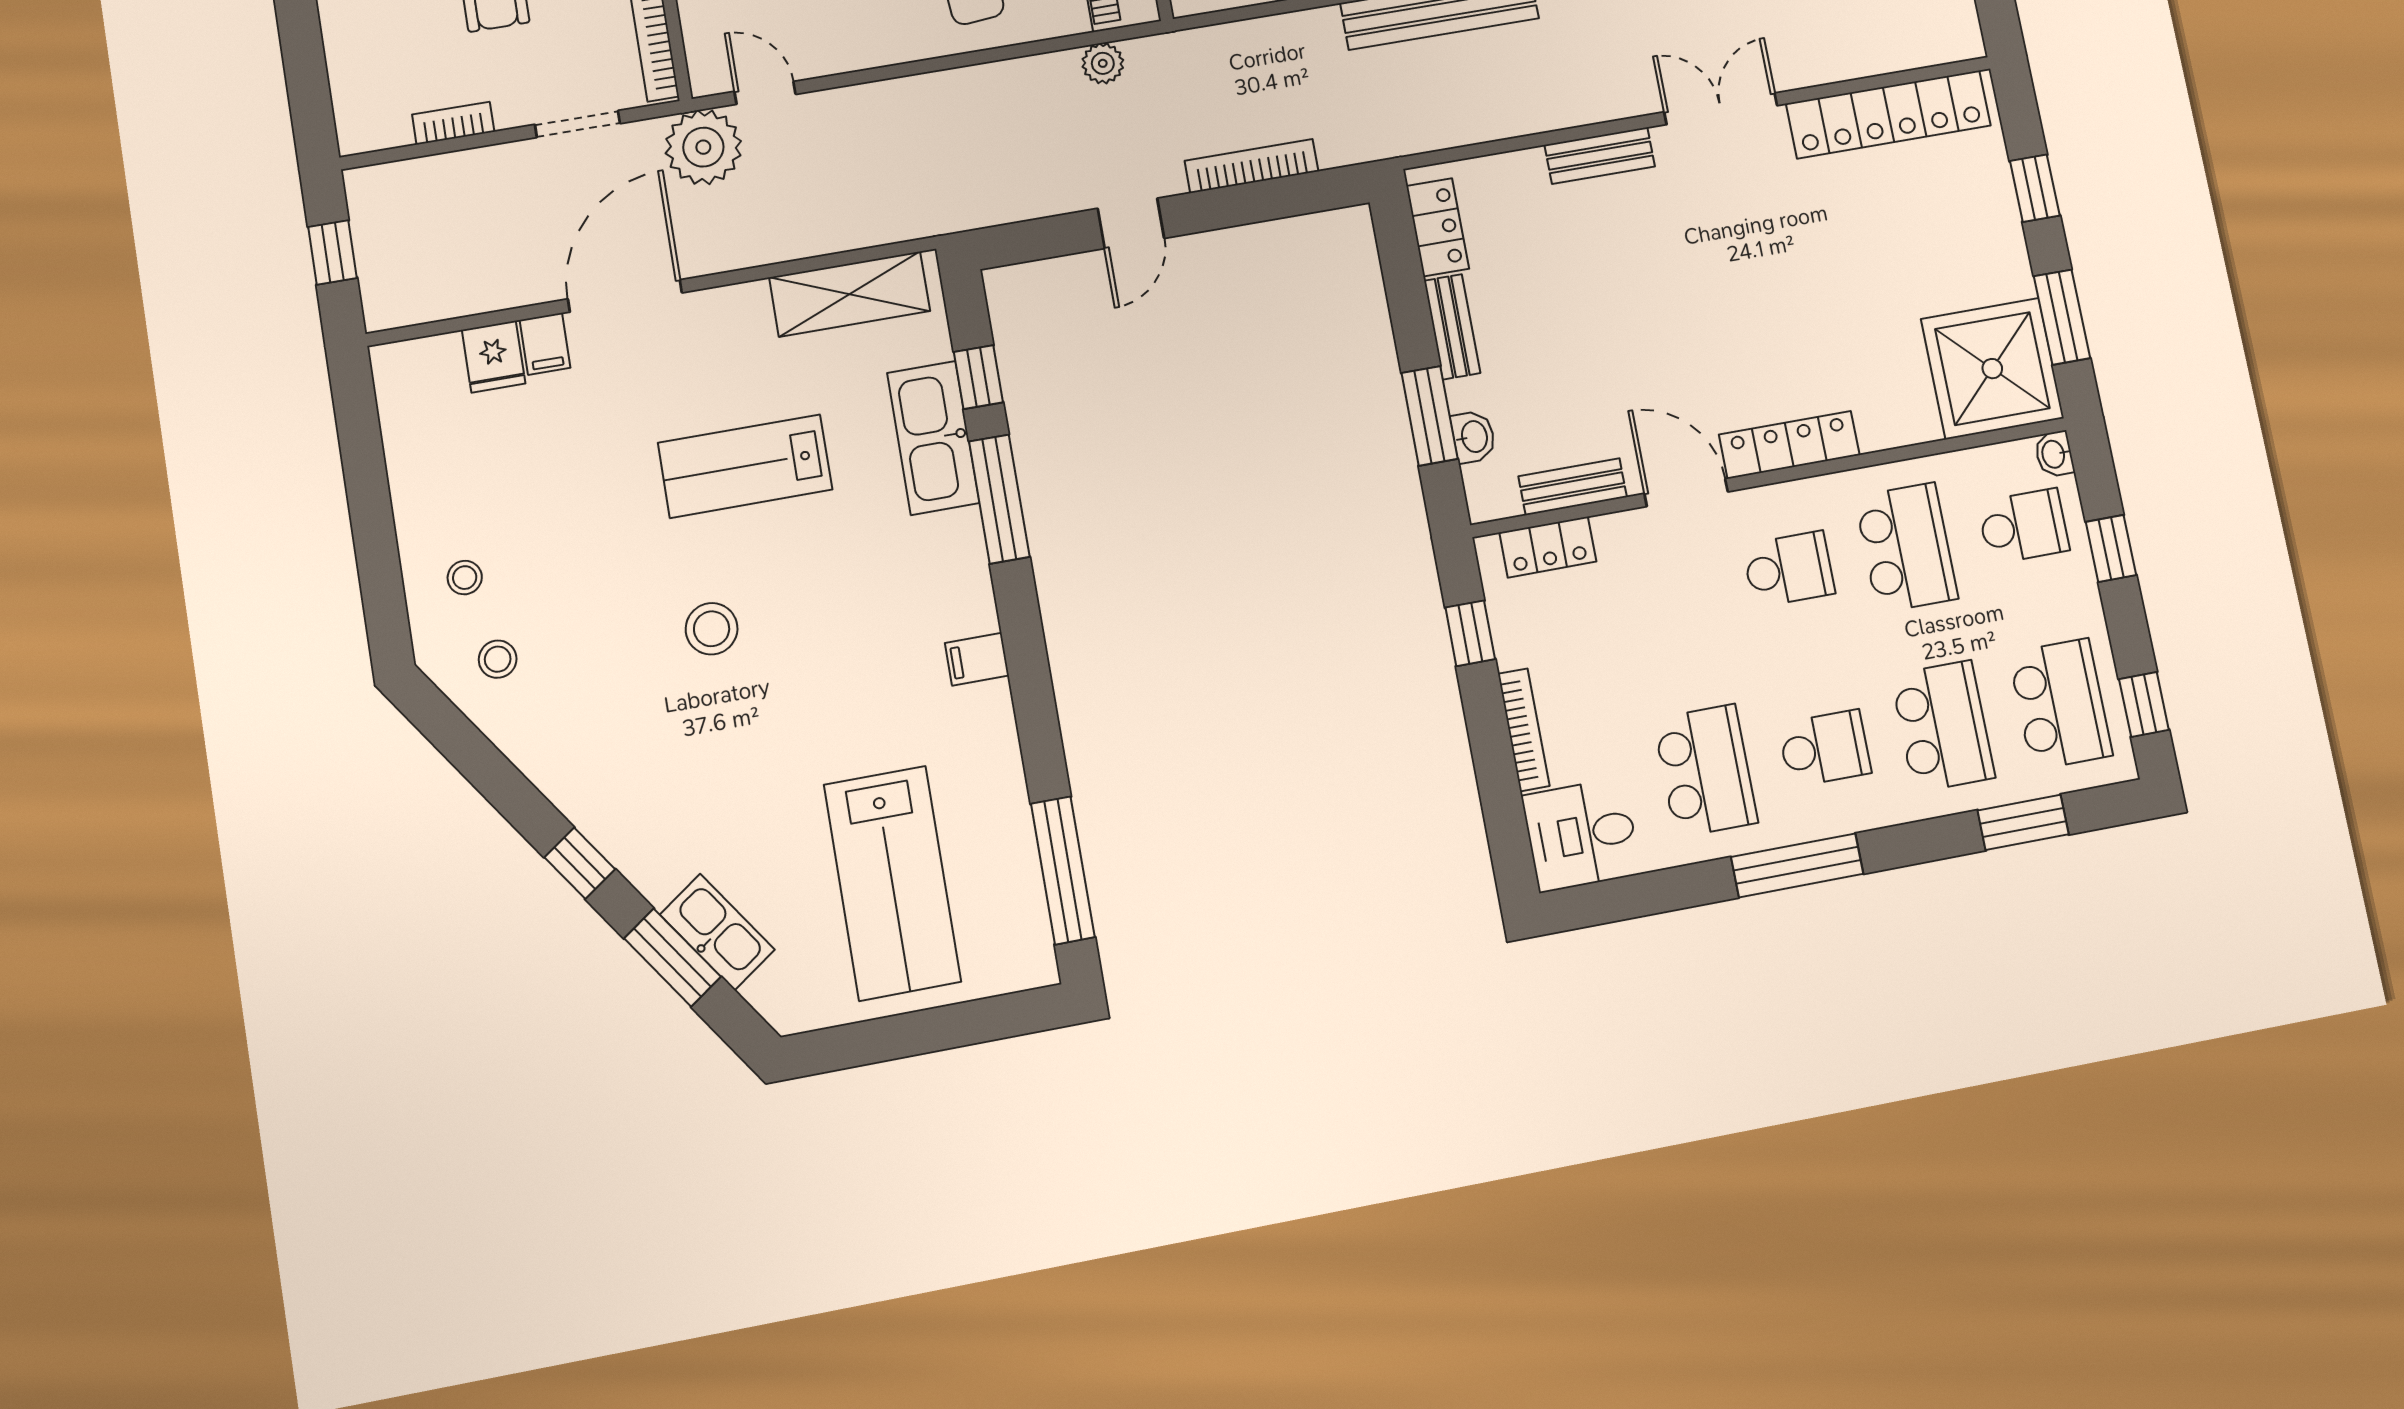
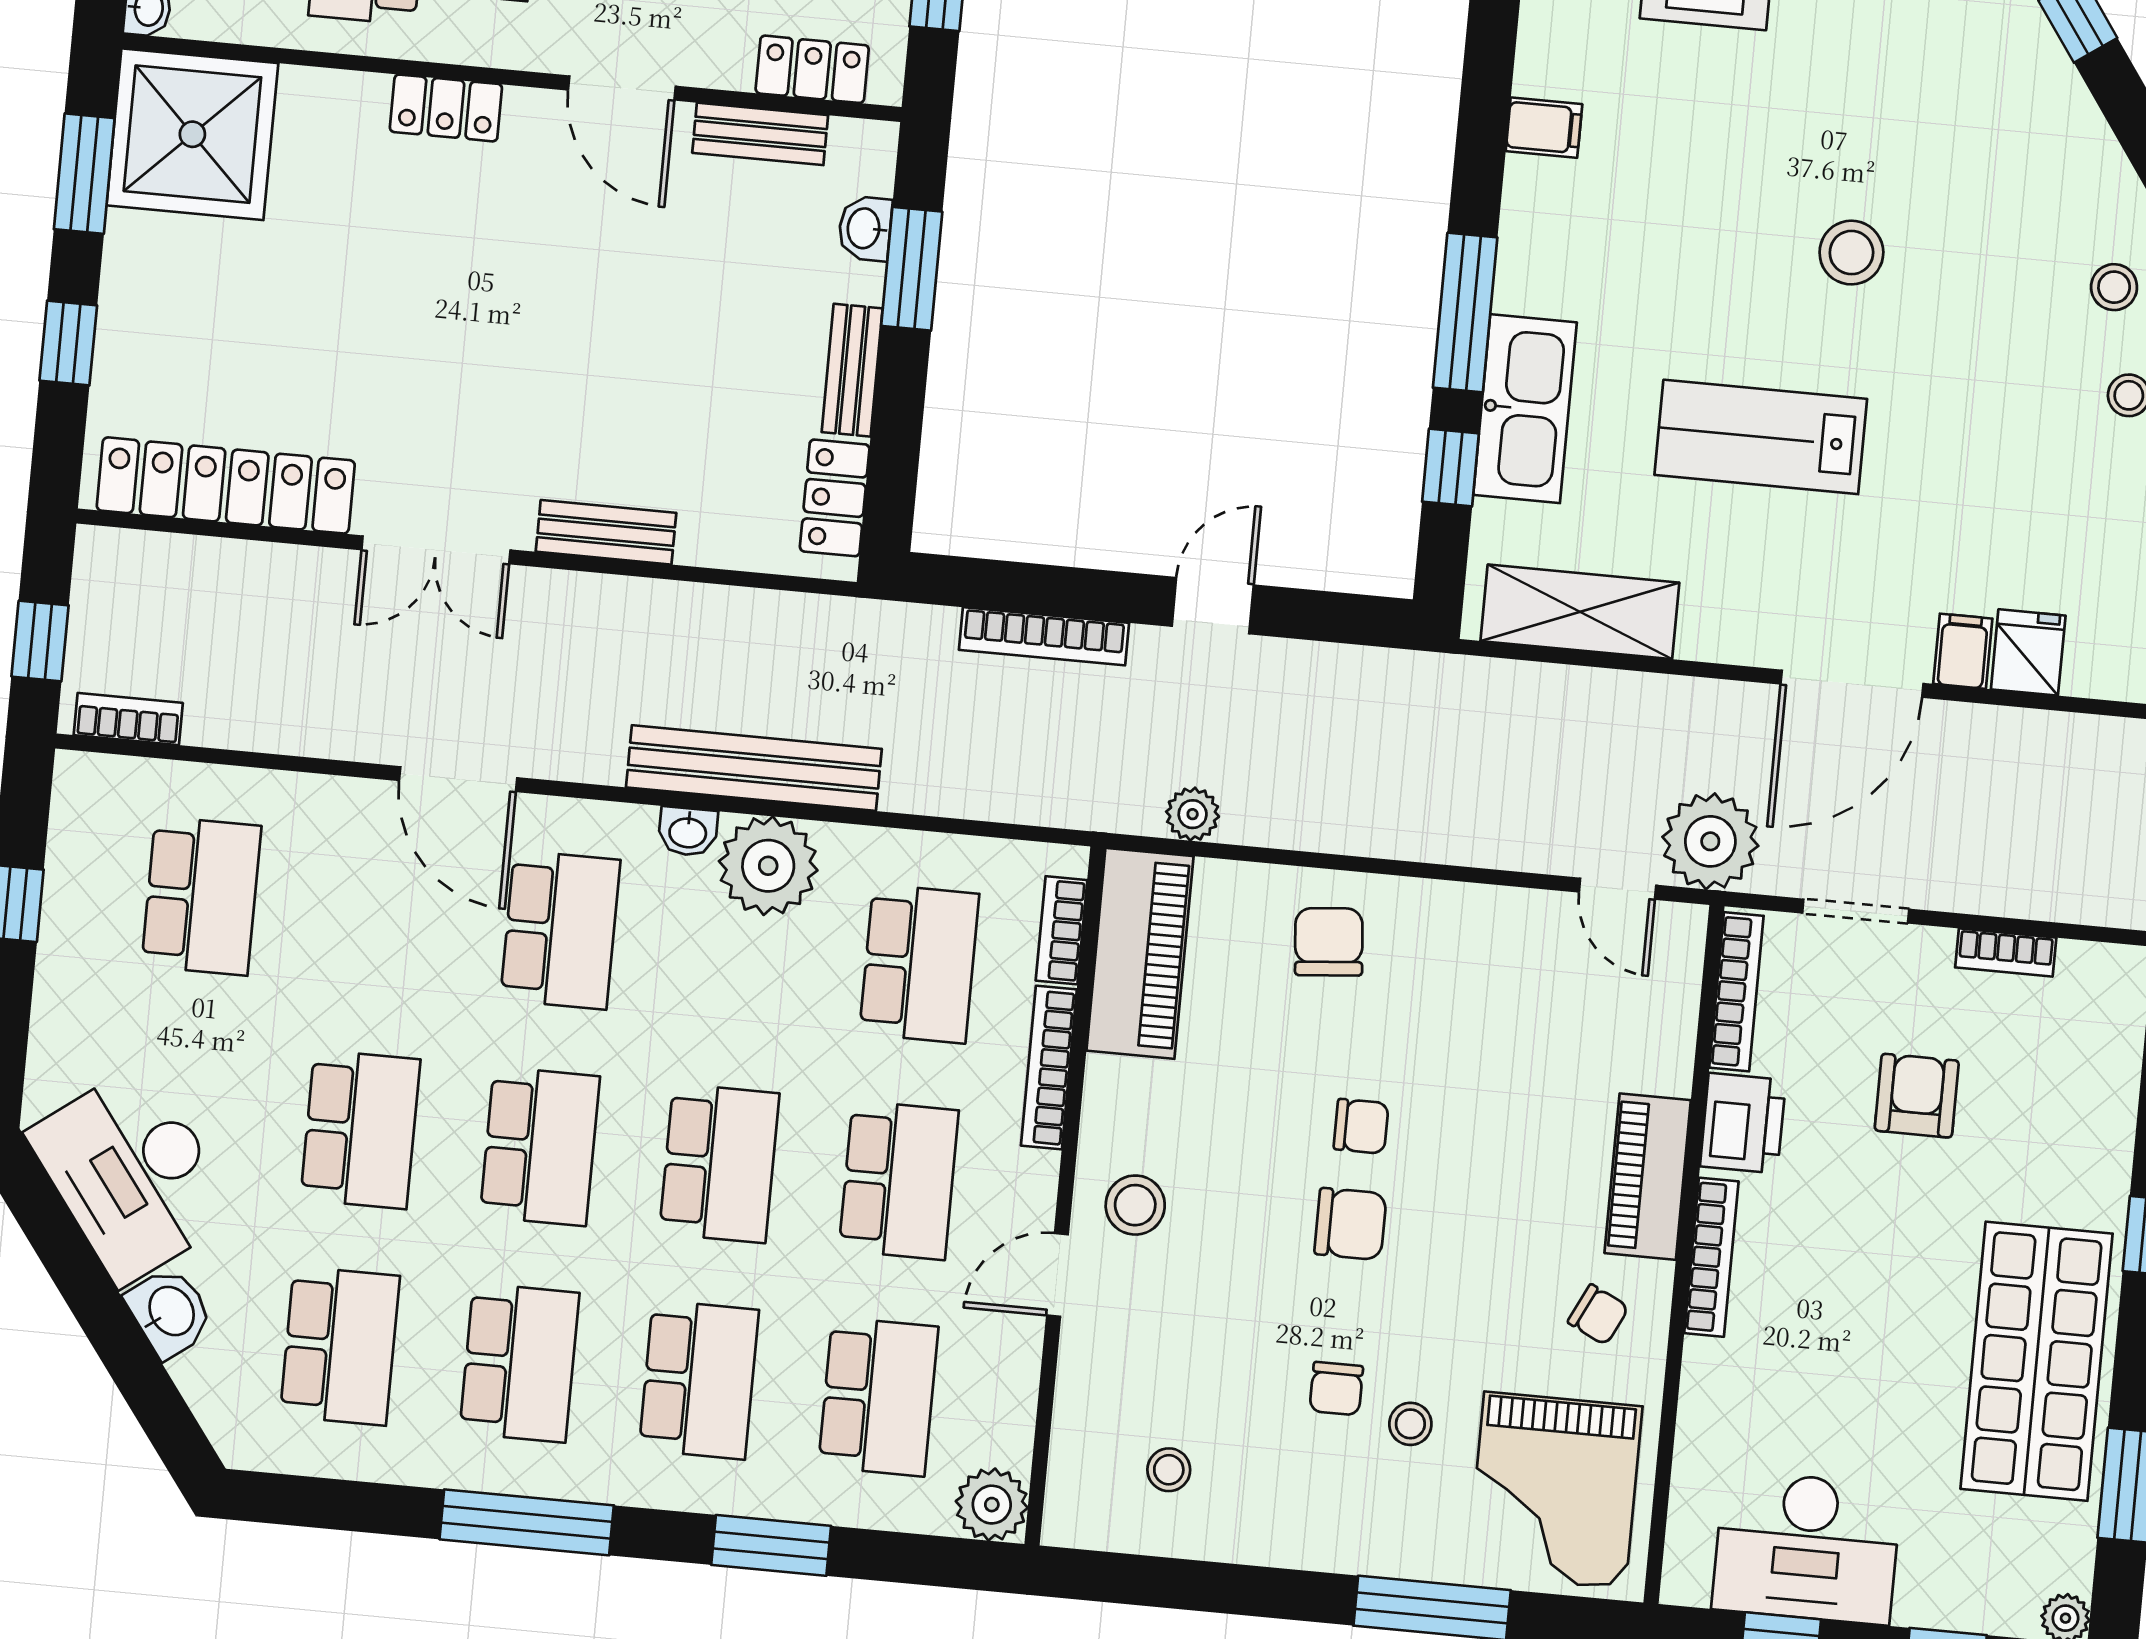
locker: (1789, 445) -> (446, 108), width x0.66
lab bench: (745, 466) -> (1761, 437), turned 180

